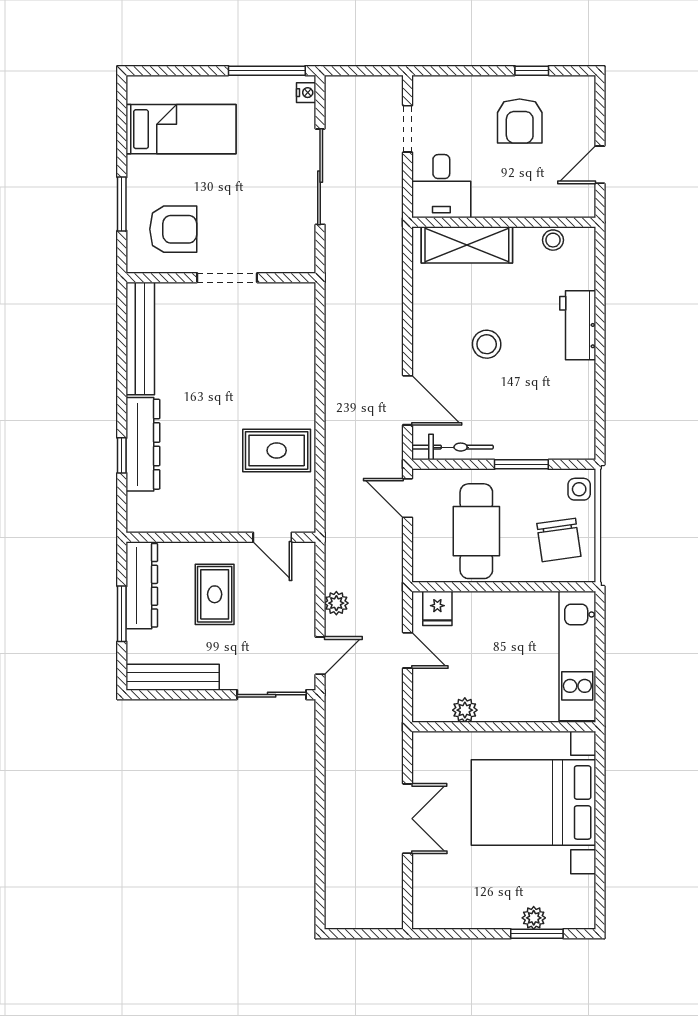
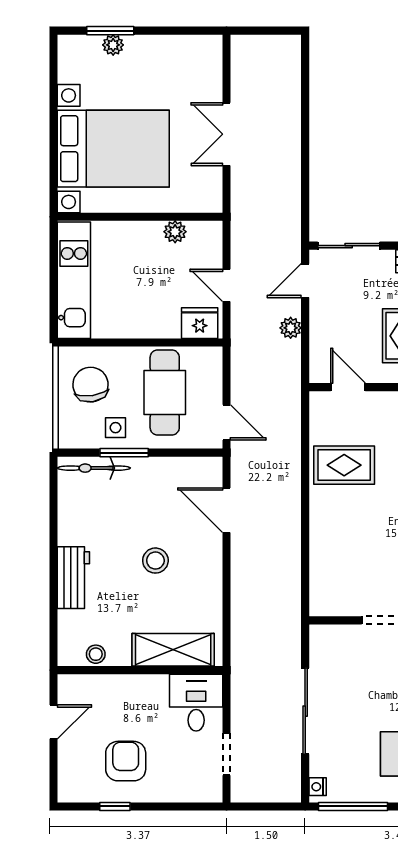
bicycle: (452, 447) -> (94, 468), moved
side table: (579, 489) -> (115, 428), moved
fridge: (437, 608) -> (200, 323), width x1.38

